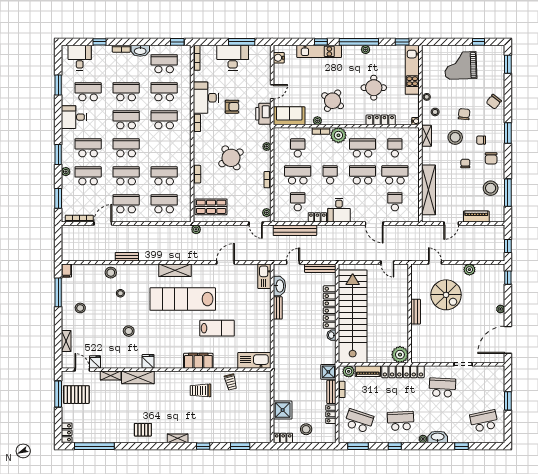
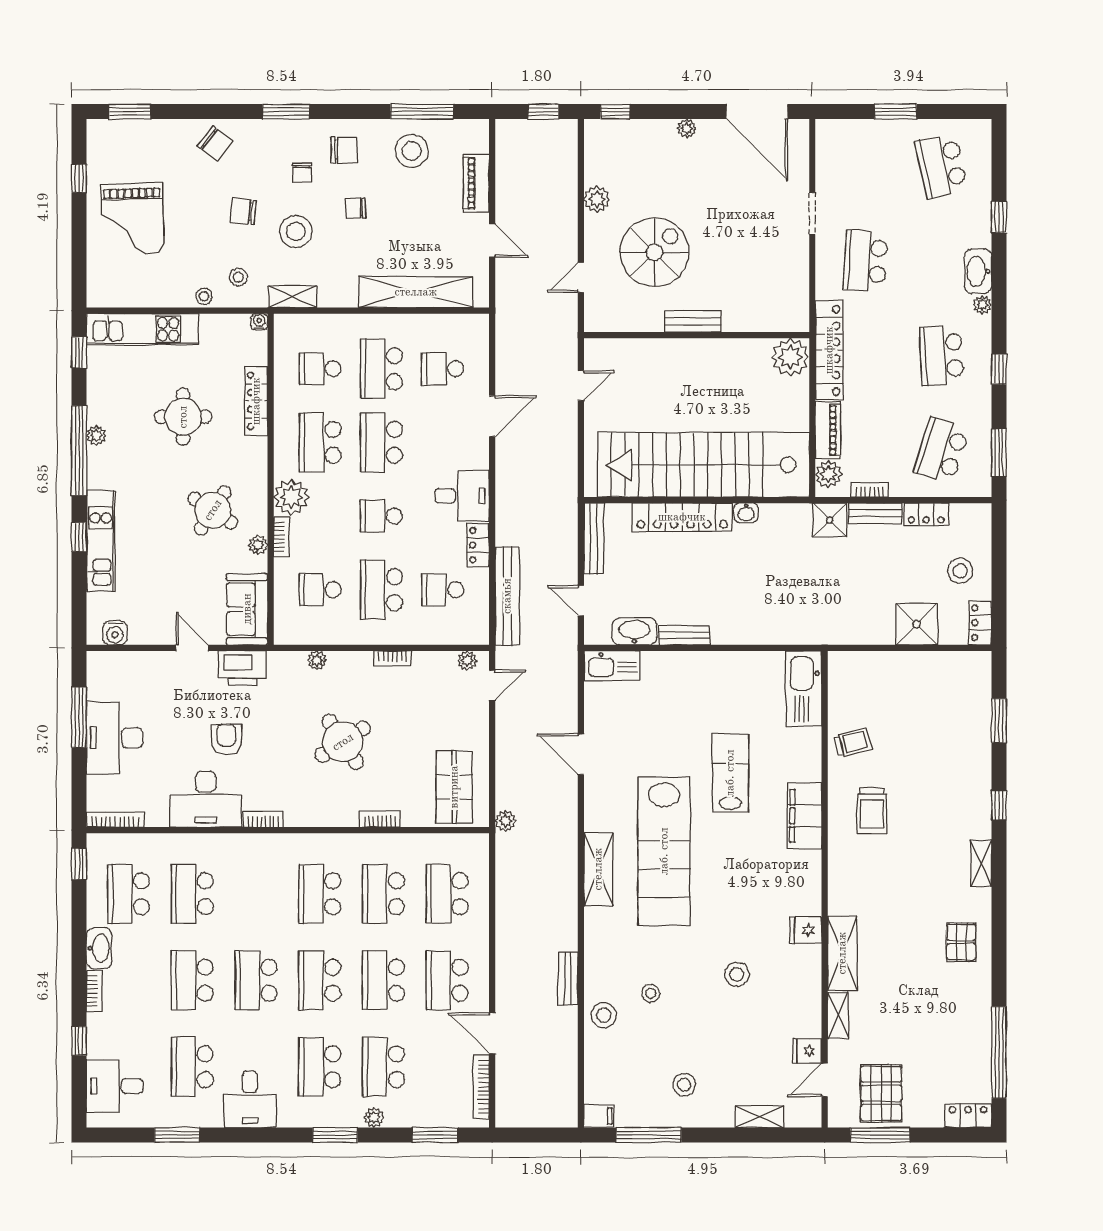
school desk: (164, 120) -> (320, 894), moved

